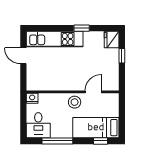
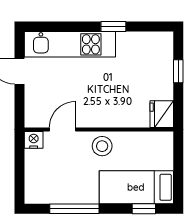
fridge: (112, 39) -> (162, 114), moved
door: (93, 92) -> (63, 129), moved
desk: (38, 125) -> (44, 183), removed

